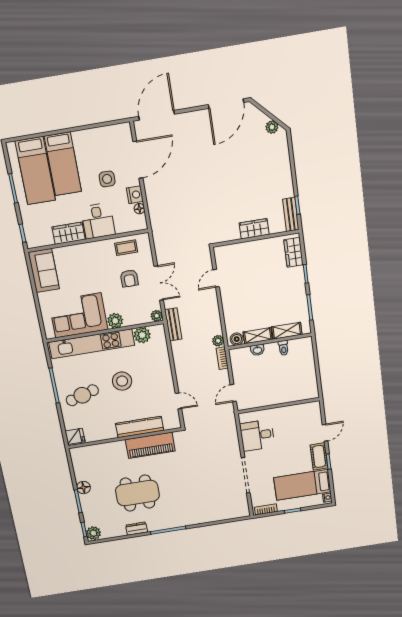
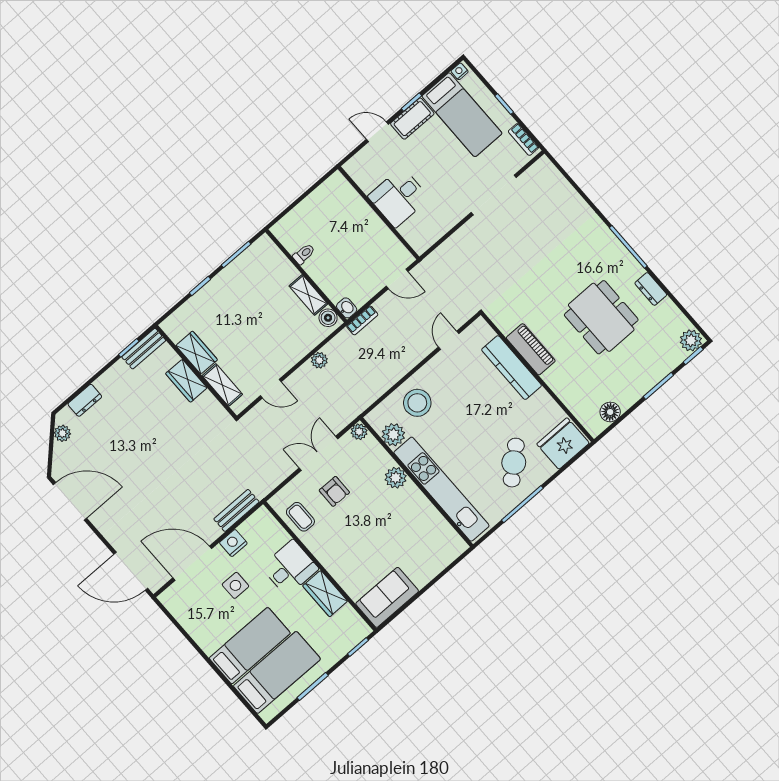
dresser: (283, 156) -> (85, 400), added
floor lamp: (139, 209) -> (246, 528), removed
wardrobe: (293, 252) -> (197, 353), moved, turned -90
armchair: (129, 278) -> (334, 491), turned 90
corner sofa: (78, 315) -> (416, 526), removed
bench: (173, 324) -> (236, 510), moved
shelving: (287, 331) -> (222, 385), moved
plant: (218, 341) -> (319, 360), moved
washbasin: (257, 350) -> (347, 308), moved
stool: (122, 381) -> (417, 403), moved
cafe table: (82, 395) -> (514, 463), turned 65
desk: (257, 435) -> (399, 197), moved, turned 90
fridge: (75, 436) -> (563, 443), width x1.88, depth x1.34
piano: (150, 445) -> (531, 349), width x0.73, depth x0.75
floor lamp: (83, 488) -> (610, 412), moved

